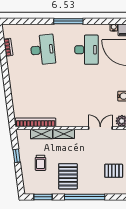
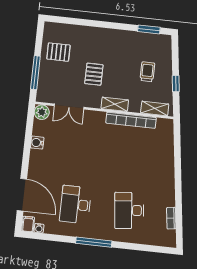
bookcase: (36, 122) -> (131, 120), moved
shelving: (41, 134) -> (155, 108), moved
pallet: (68, 176) -> (94, 74), moved, width x0.67, depth x0.71
window: (85, 197) -> (98, 24), removed

